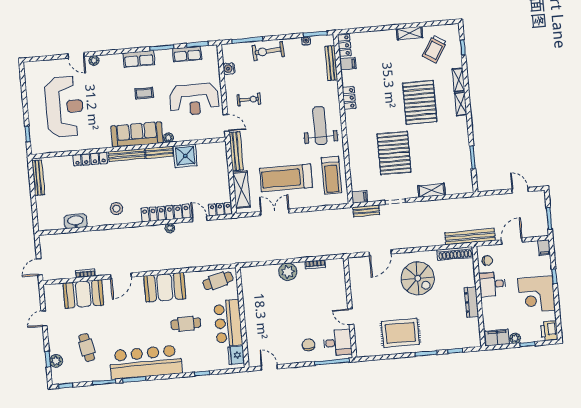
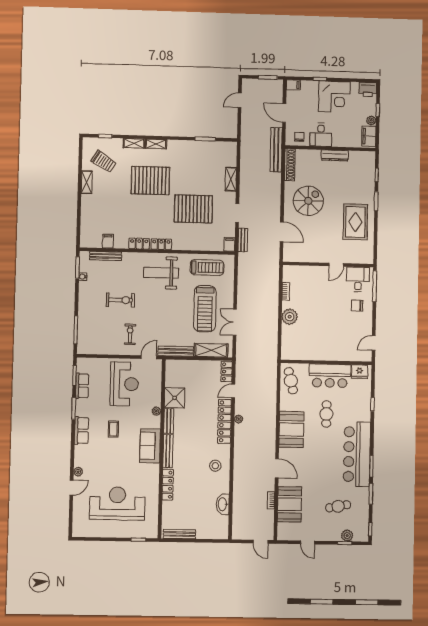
locker: (344, 45) -> (161, 244), moved
exercise bike: (268, 51) -> (120, 300), moved, turned -87
water cooler: (229, 69) -> (100, 349), removed
sofa: (137, 134) -> (150, 446), width x0.73

